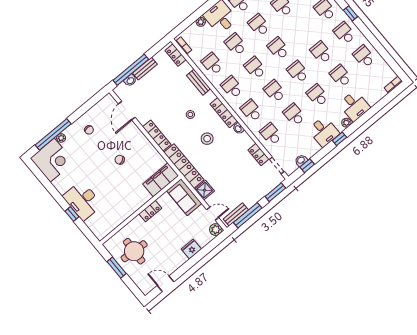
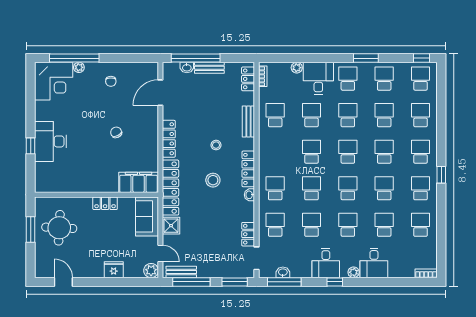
school desk: (232, 87) -> (384, 152), moved
window: (307, 166) -> (284, 282), width x2.17

